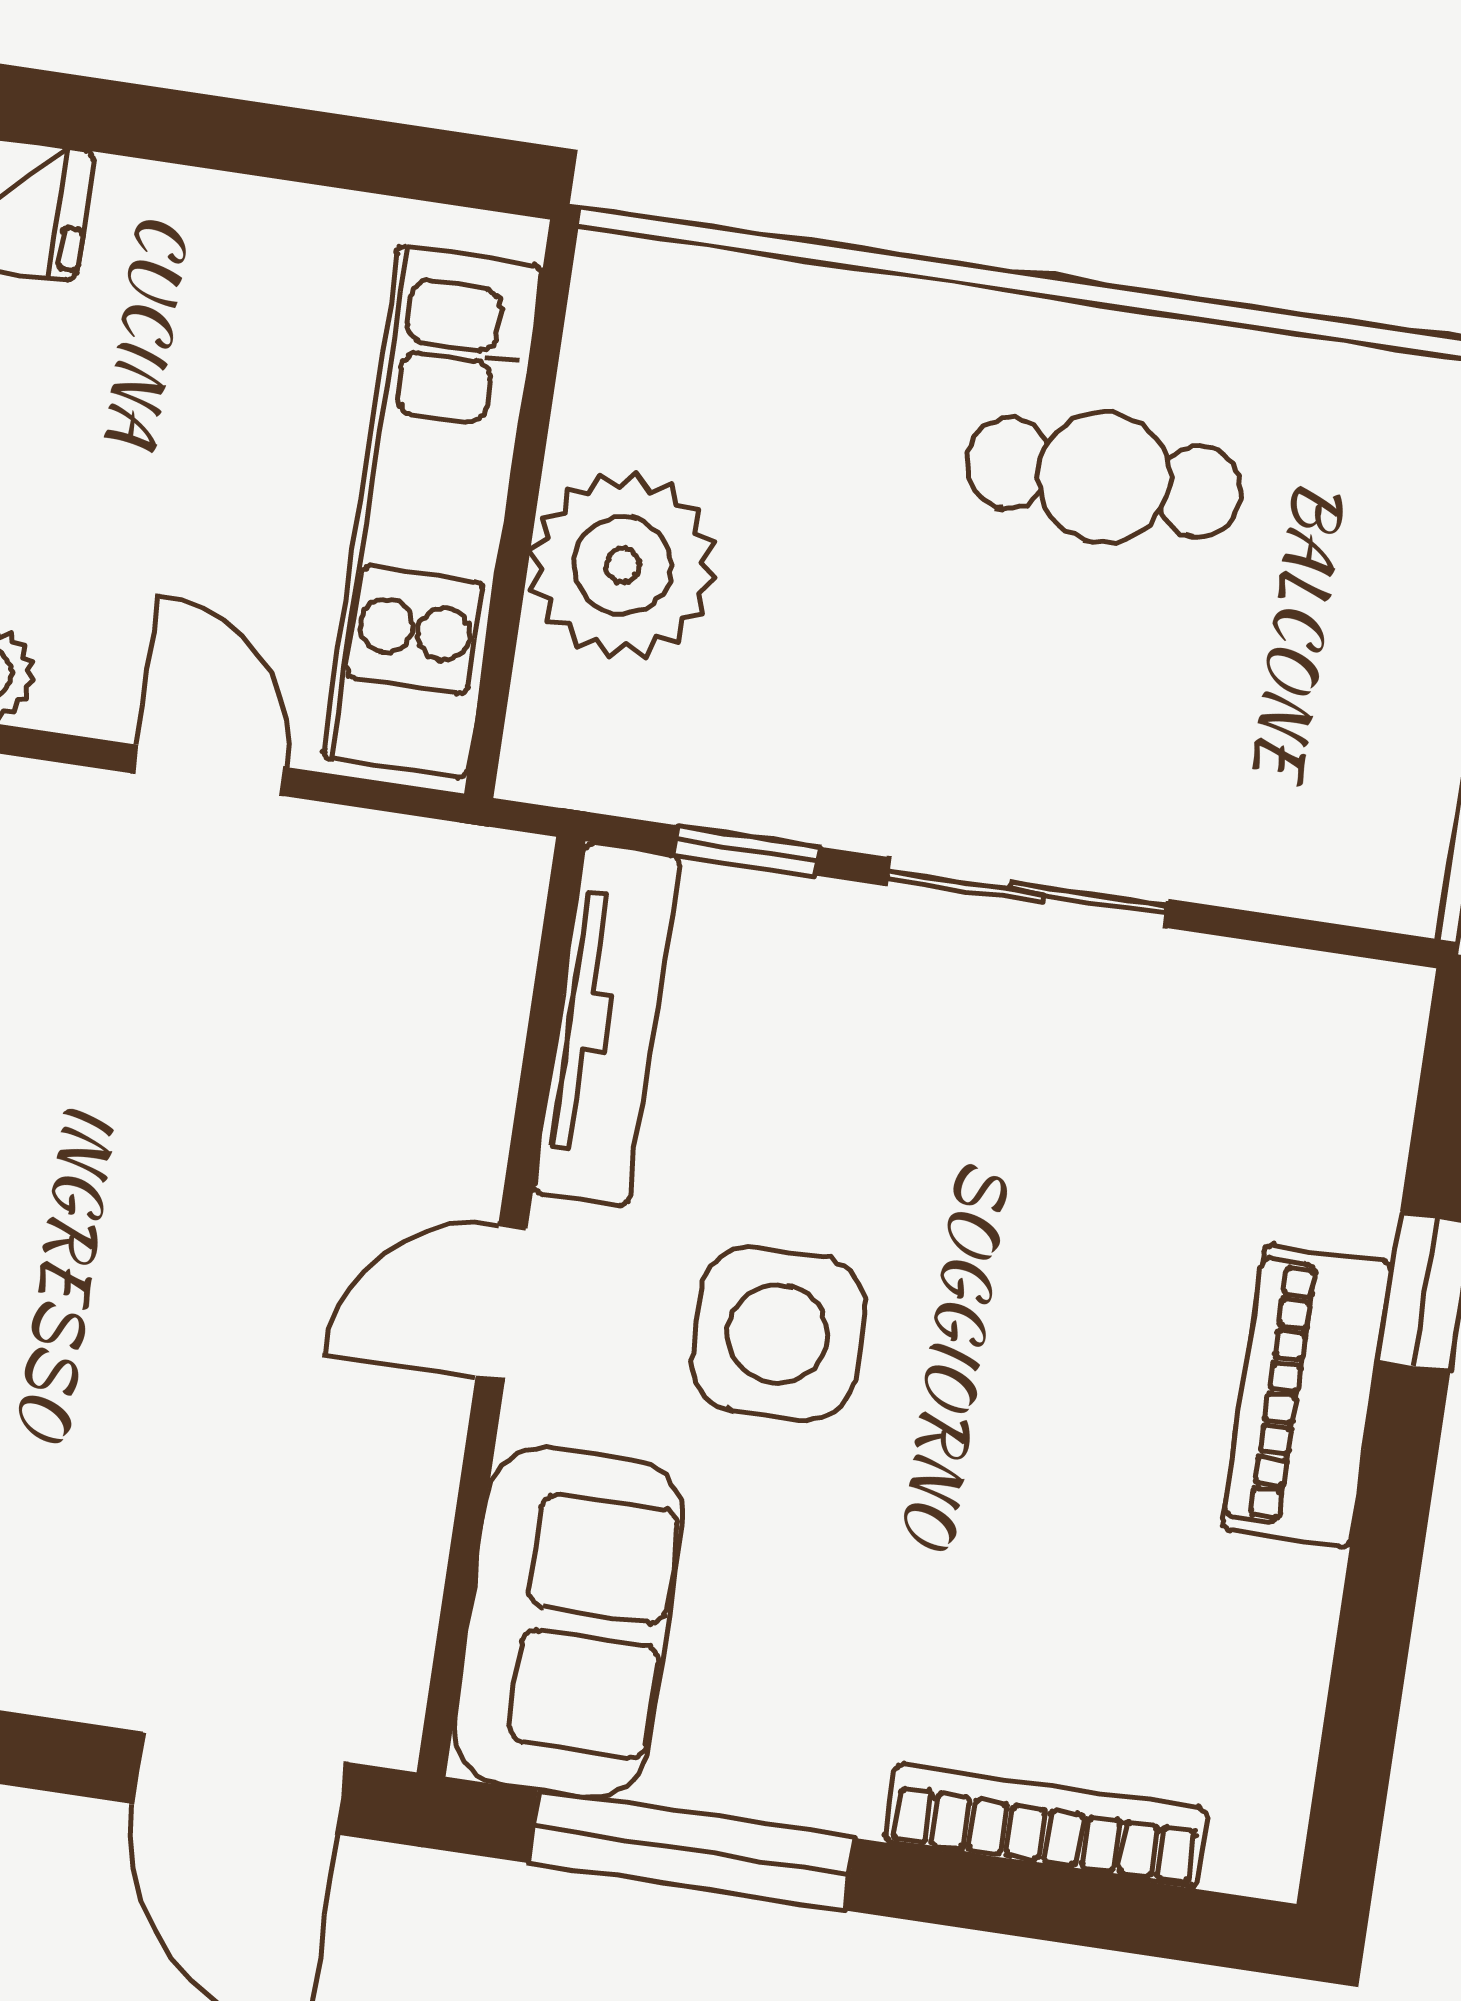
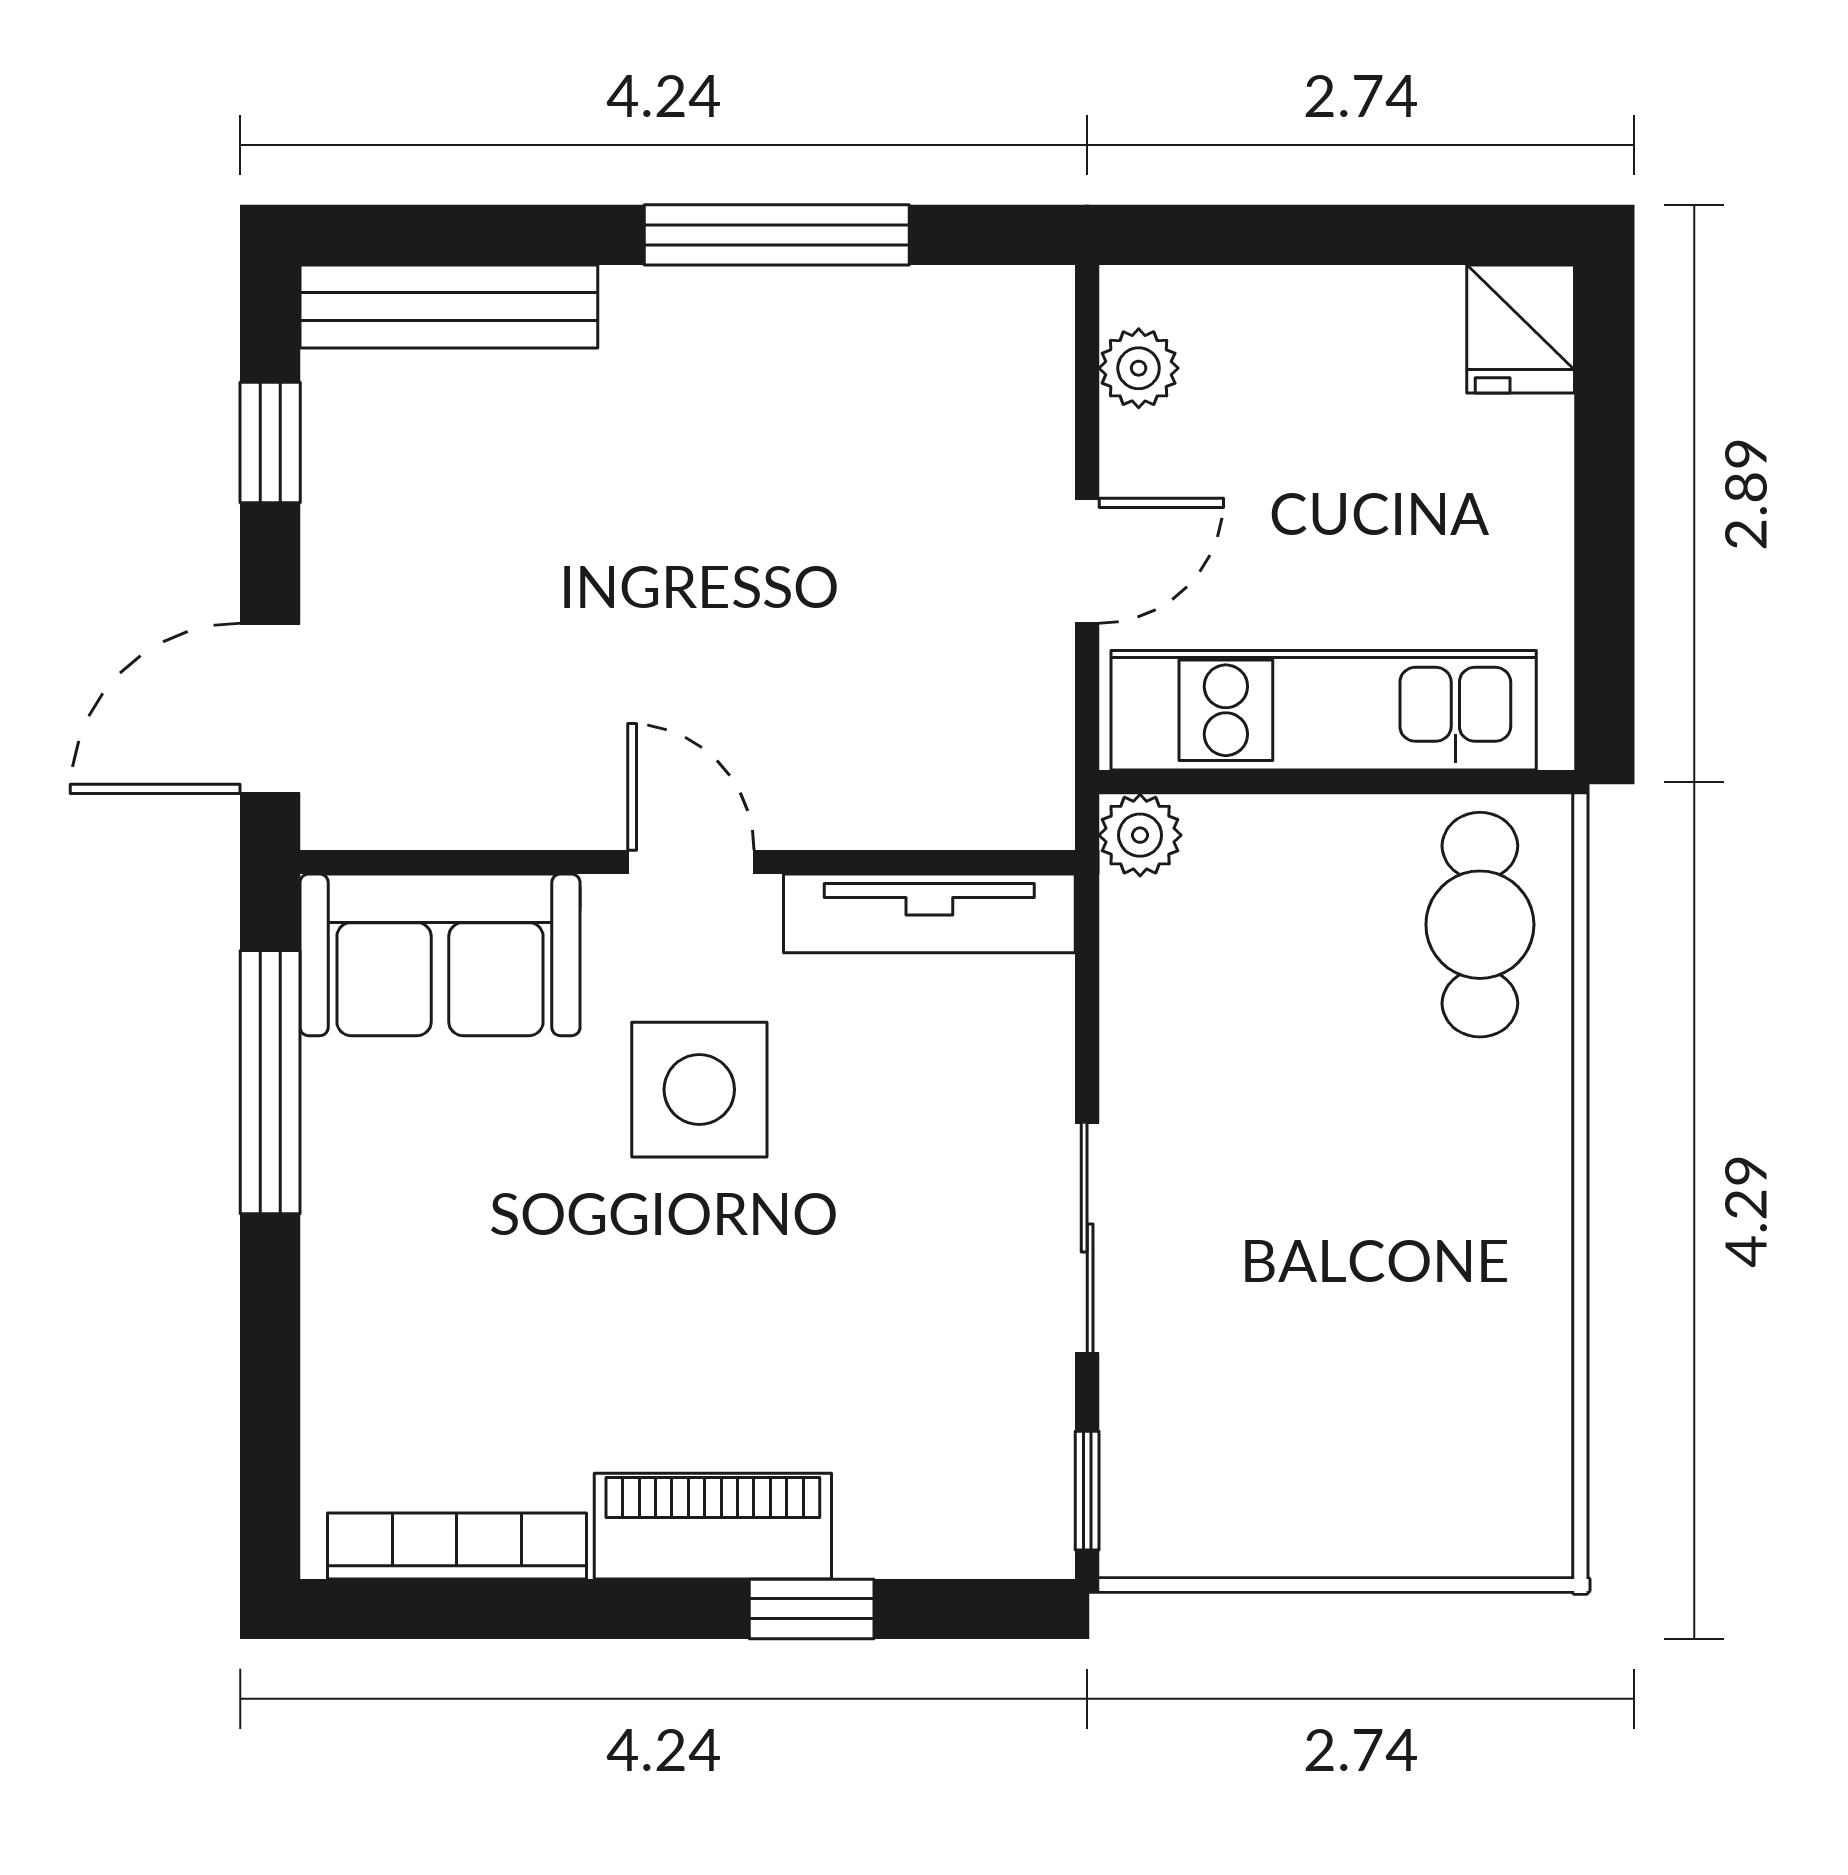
cafe table: (1104, 478) -> (1480, 925), moved
plant: (623, 565) -> (1140, 835), moved, width x0.53, depth x0.53
window: (747, 851) -> (1087, 1491), moved
bookcase: (1046, 1826) -> (457, 1546), moved, turned -90

